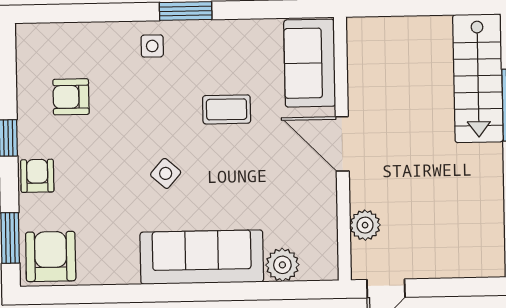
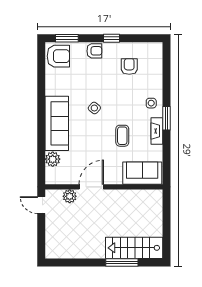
fireplace: (215, 32) -> (157, 131), added
door: (342, 144) -> (91, 187), moved

